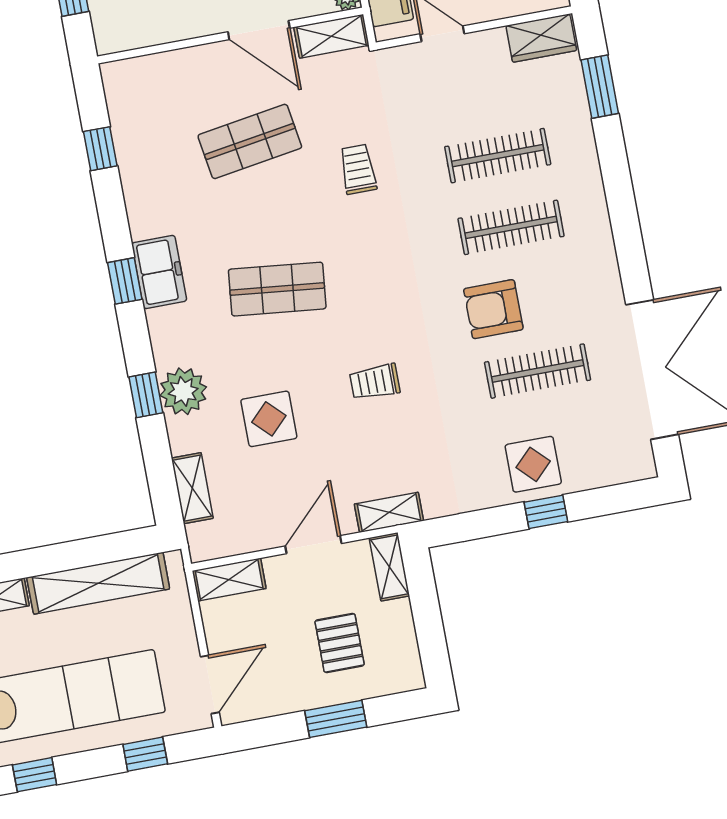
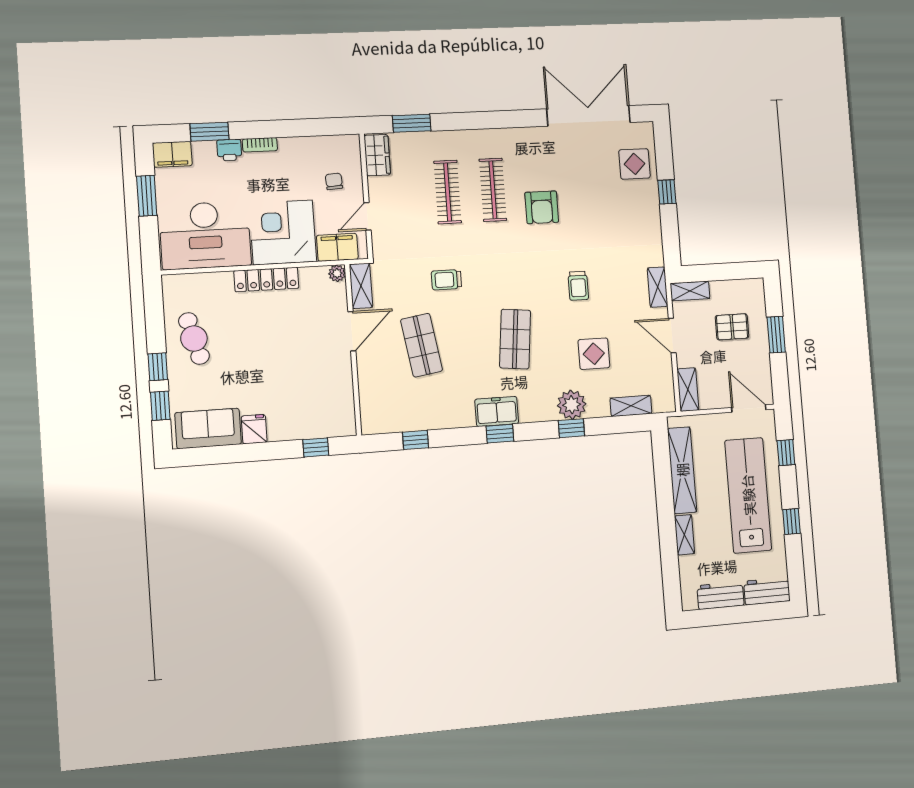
clothes rail: (538, 371) -> (582, 185), removed
display table: (533, 464) -> (635, 164), moved

